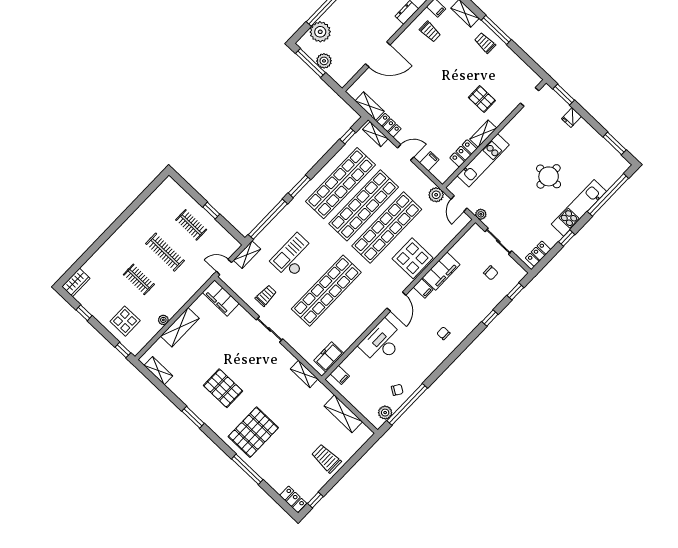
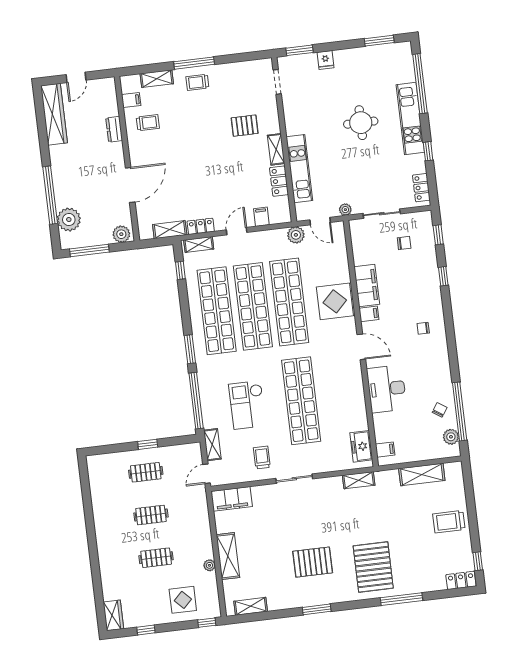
plant: (324, 61) -> (121, 234), moved
clothes rail: (165, 252) -> (151, 515), width x0.73

